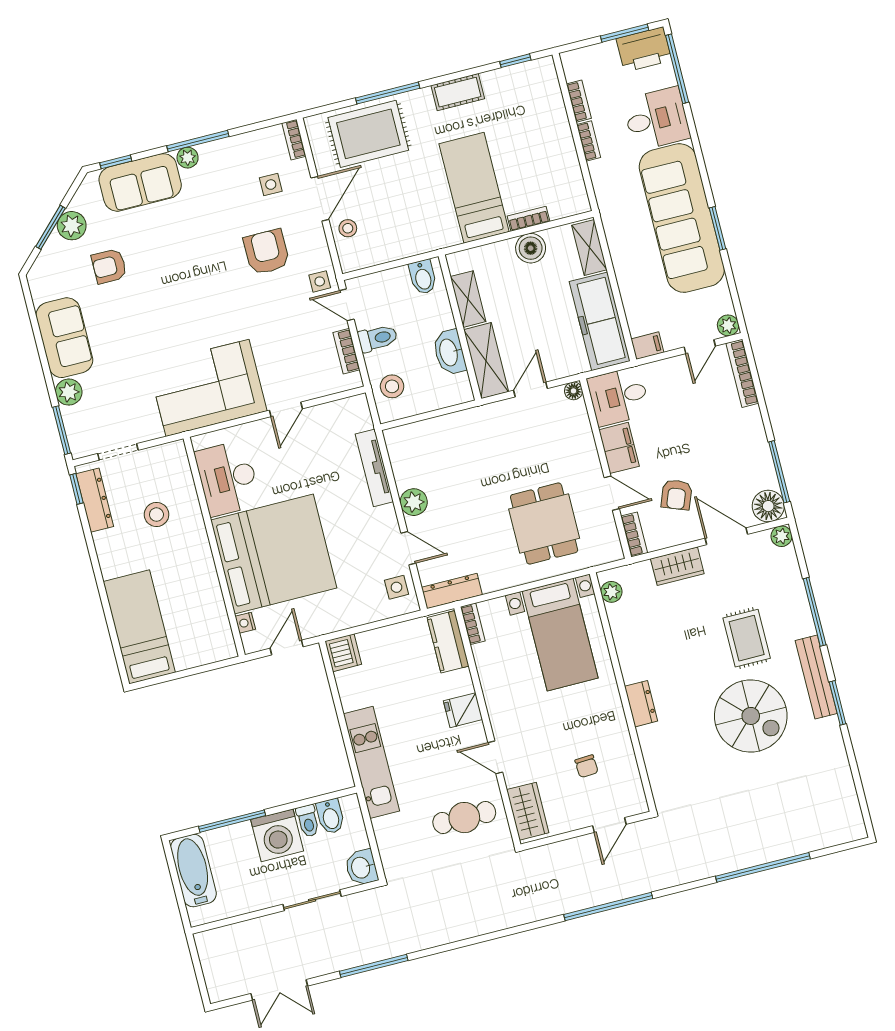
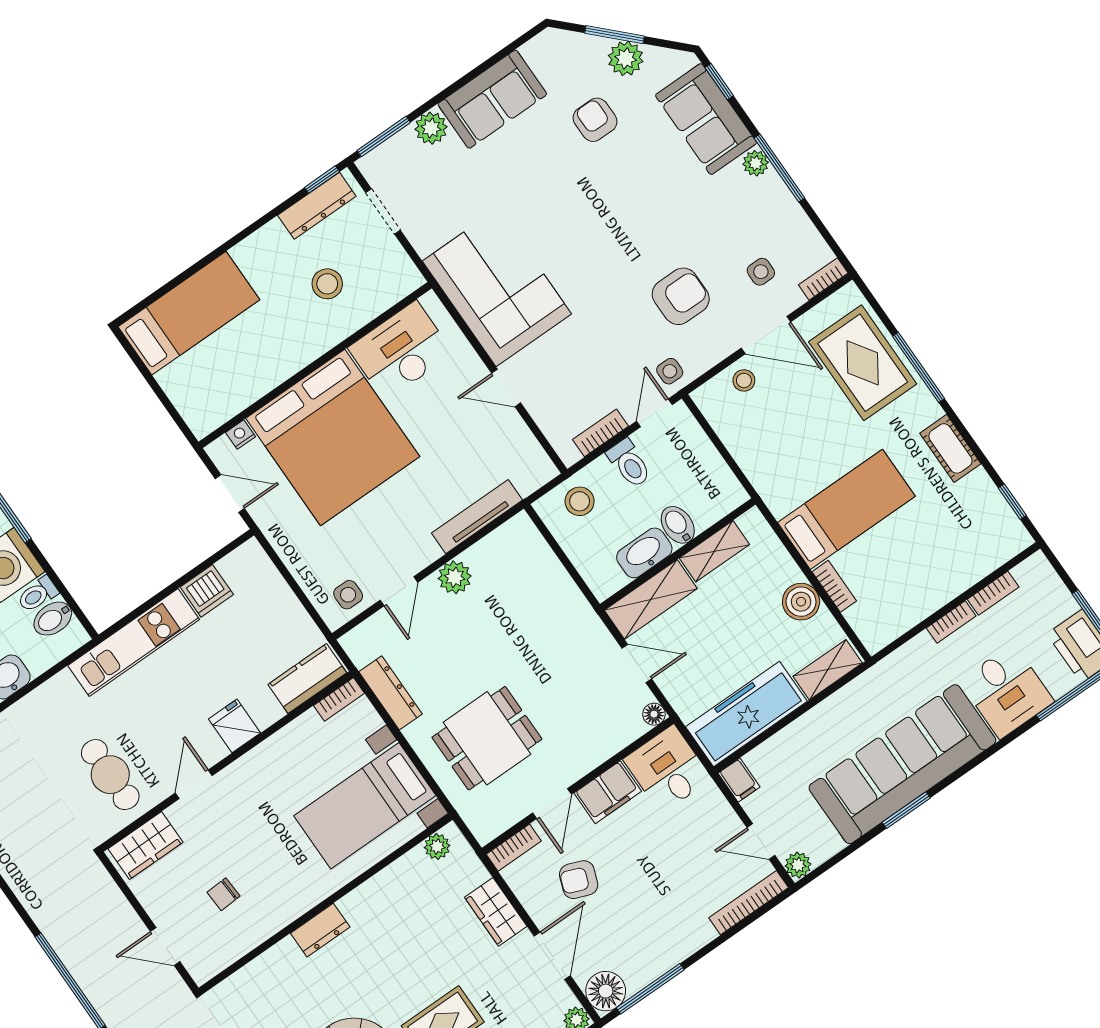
bidet: (423, 277) -> (678, 525), moved, turned 90
dresser: (452, 591) -> (390, 693), moved
dishwasher: (343, 653) -> (207, 591), moved

